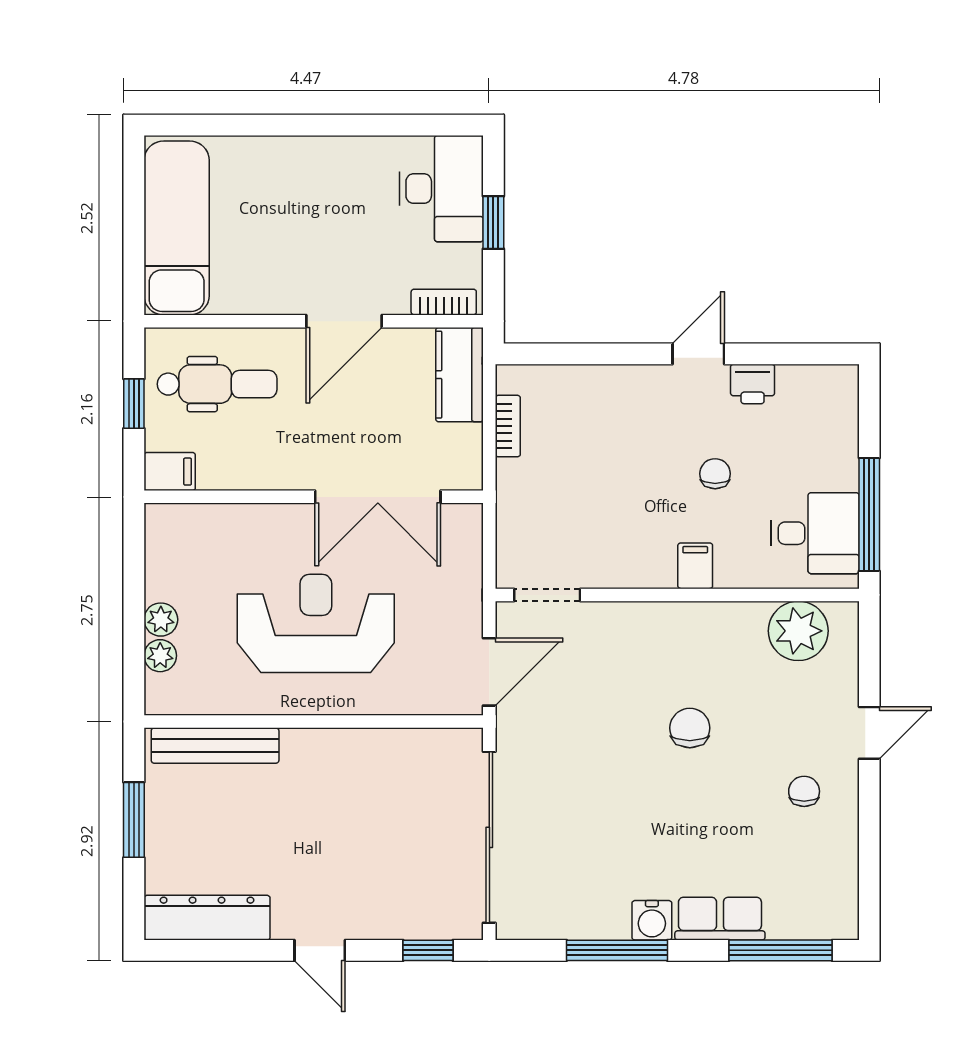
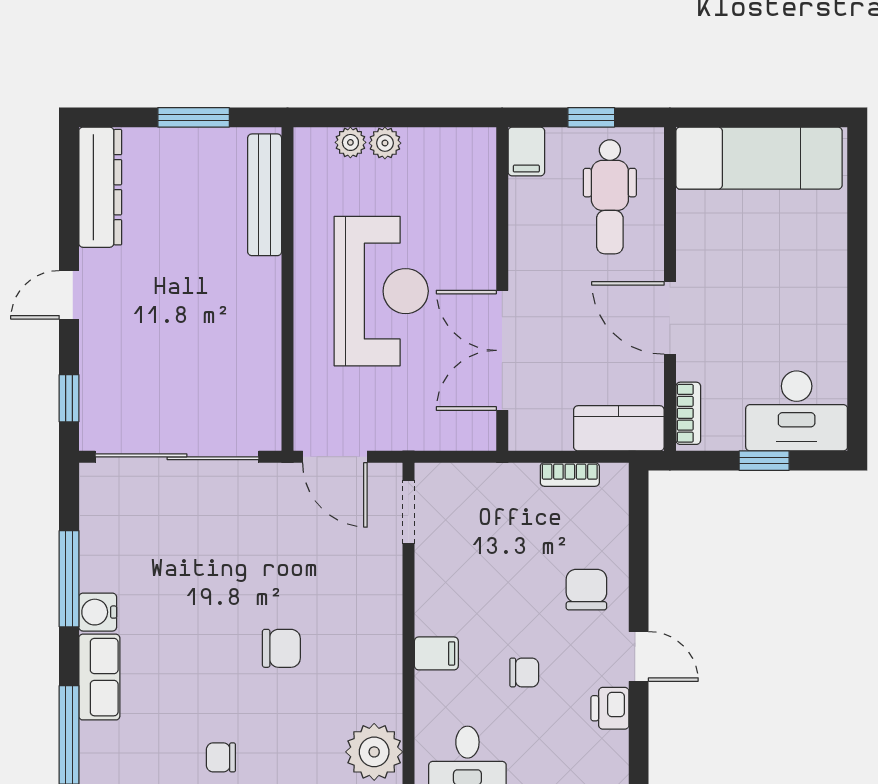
chair: (628, 409) -> (586, 590), added
chair: (804, 791) -> (221, 757), turned 180

